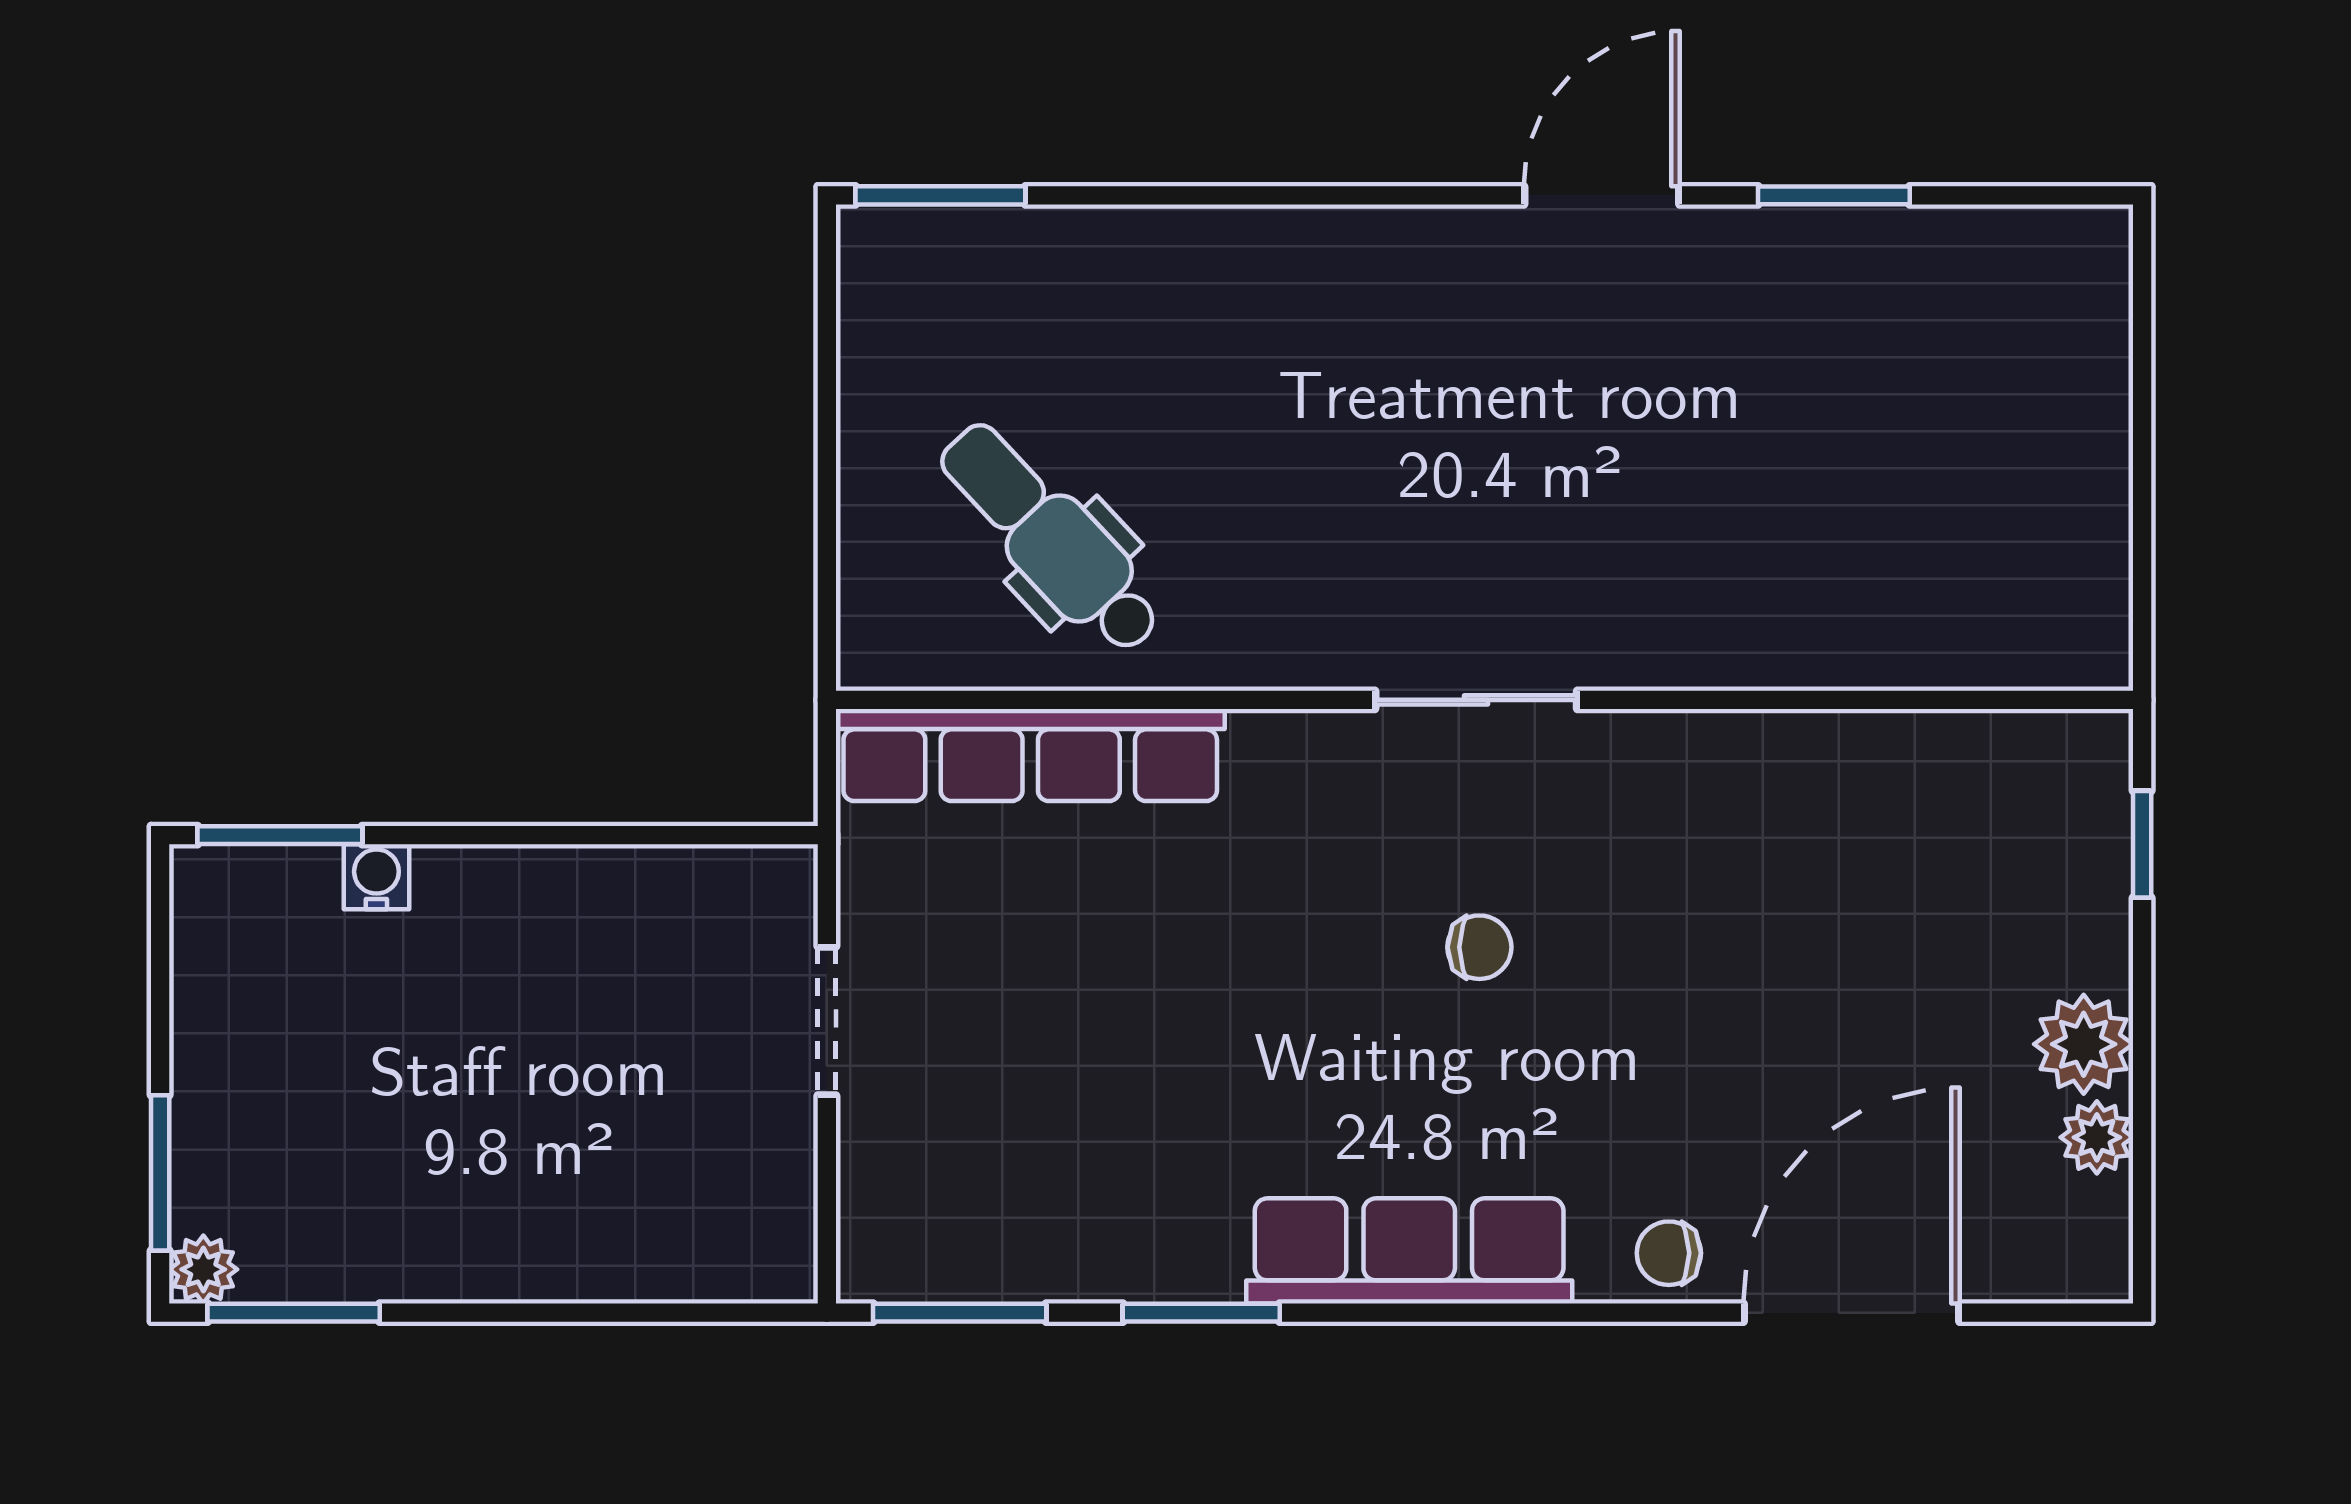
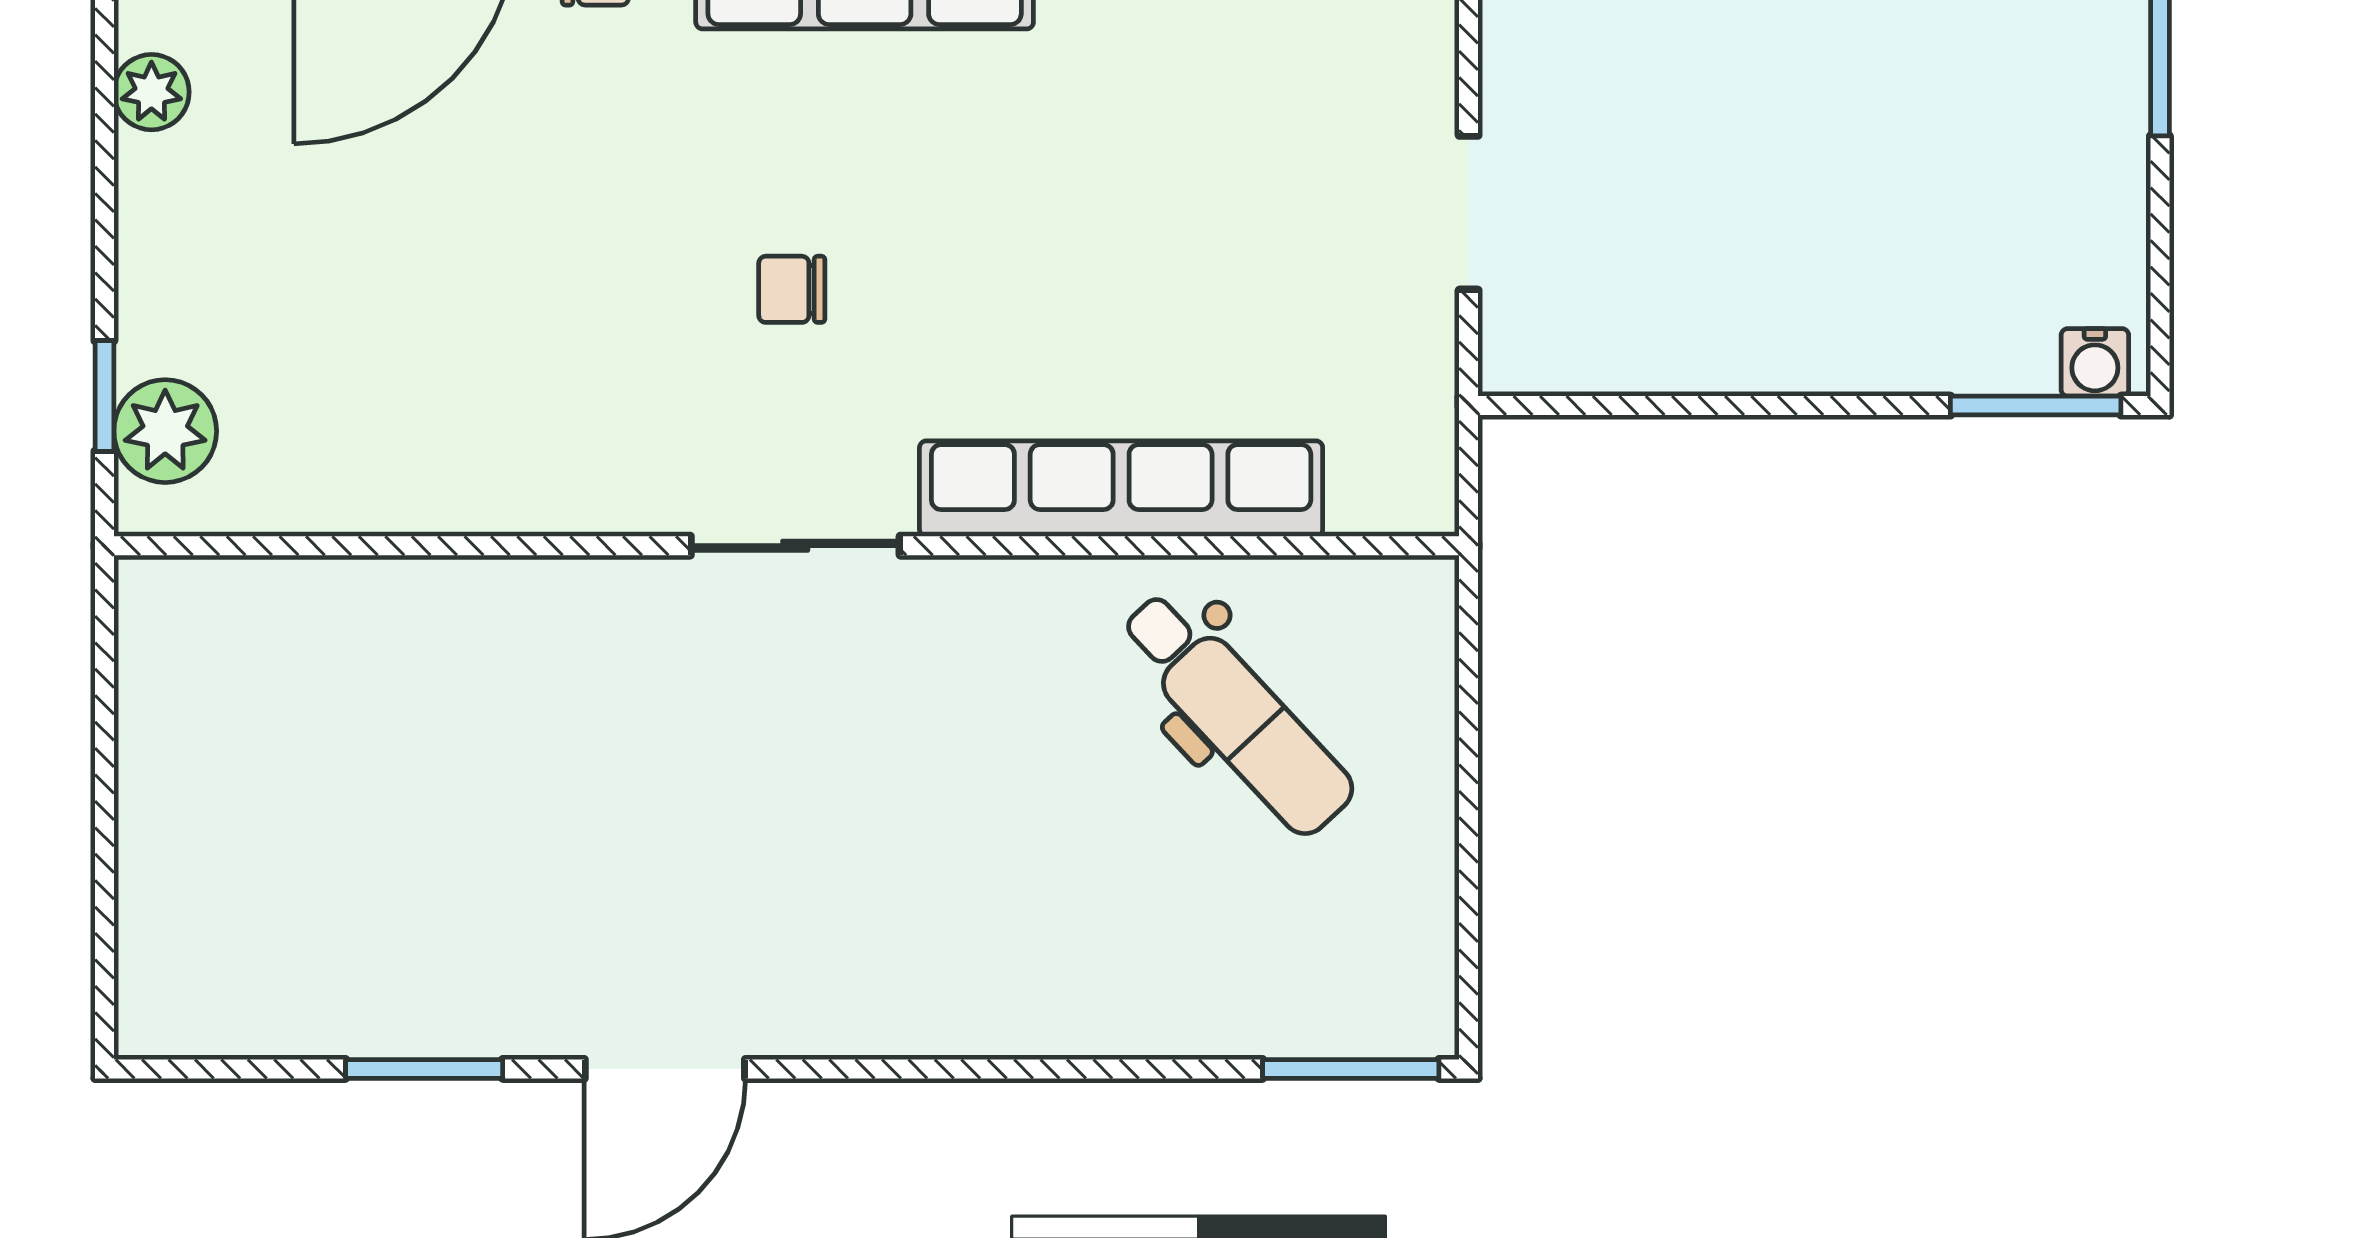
row of seats: (1030, 755) -> (1121, 489), moved
water cooler: (376, 877) -> (2095, 362), moved
plant: (2084, 1044) -> (165, 431), moved

